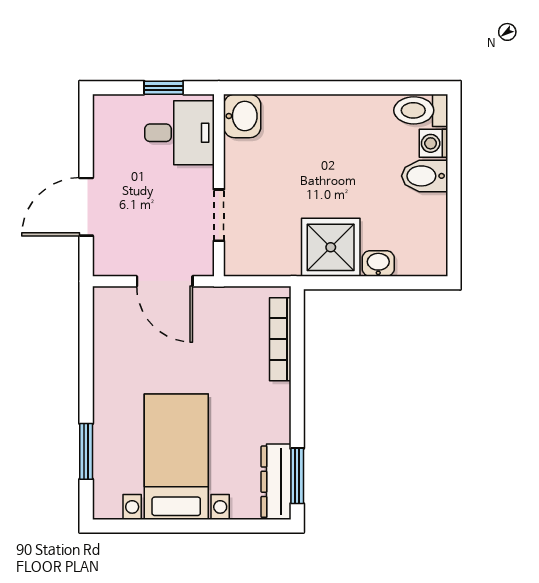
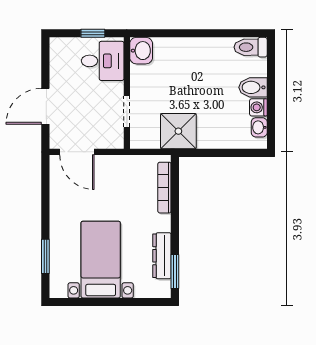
washing machine: (433, 143) -> (258, 107), moved
shower: (331, 247) -> (178, 131), moved
washbasin: (378, 264) -> (259, 127), moved, turned -90
door: (165, 281) -> (77, 152), moved
dresser: (276, 482) -> (162, 256), moved

